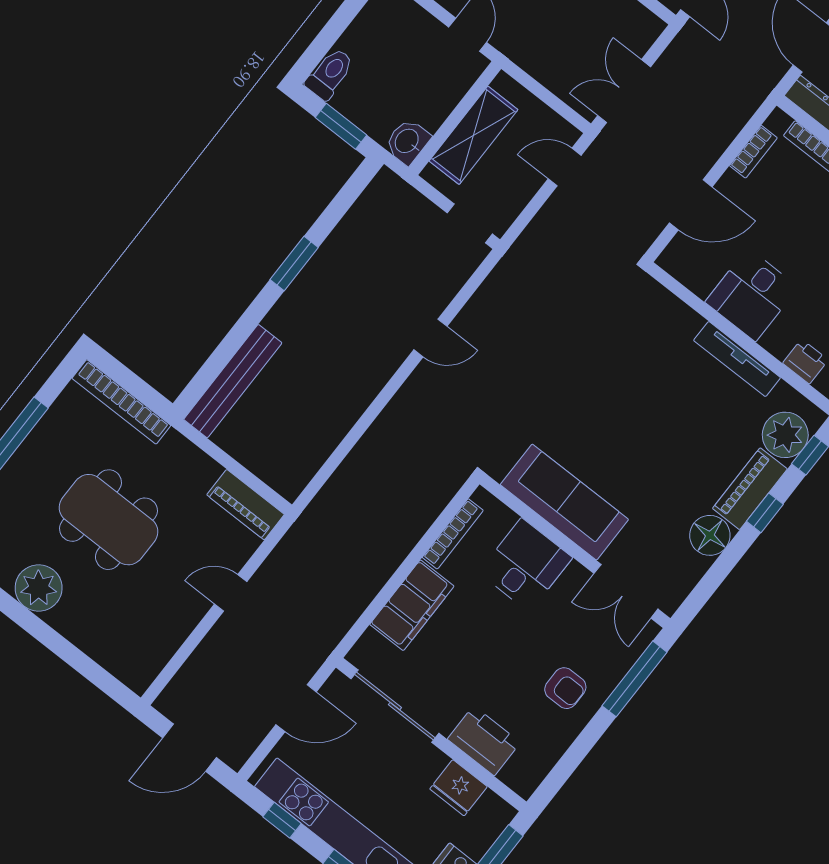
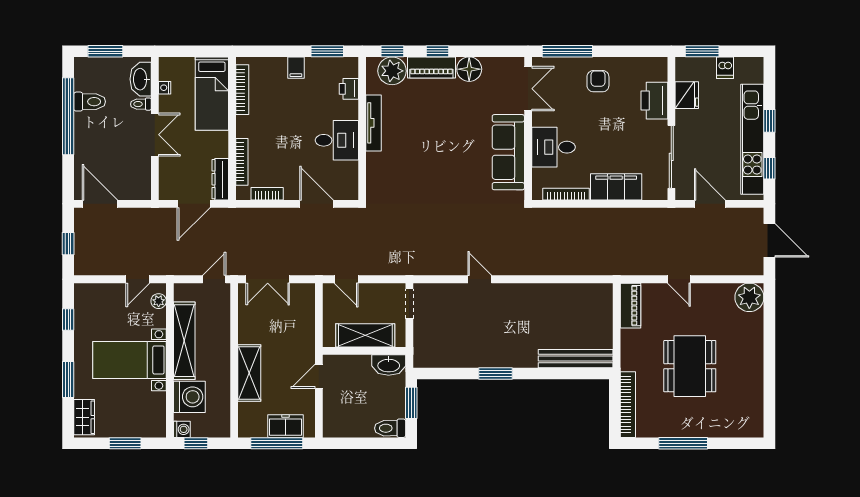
double door: (624, 91) -> (268, 279), moved
washbasin: (407, 141) -> (389, 365), width x1.38
plant: (39, 588) -> (749, 297), moved

